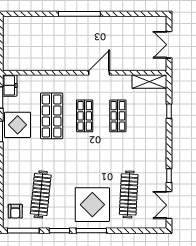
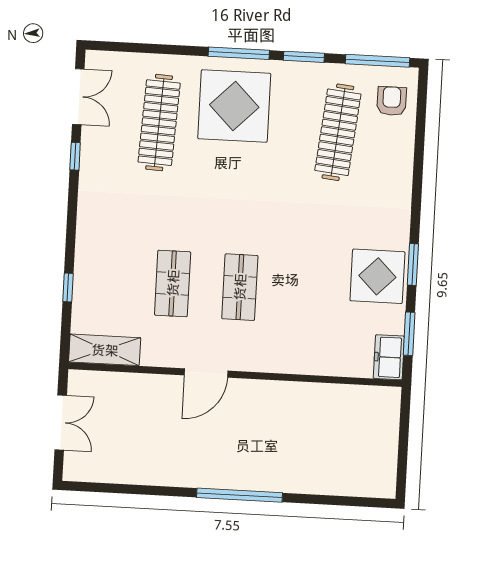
shop shelf: (52, 116) -> (307, 291), removed

